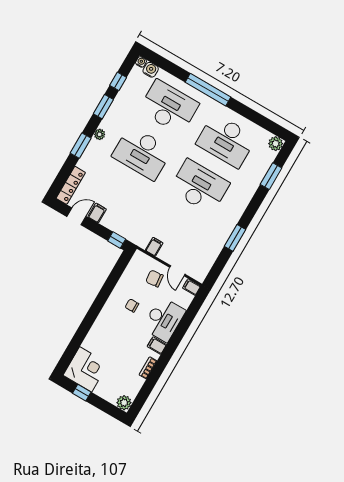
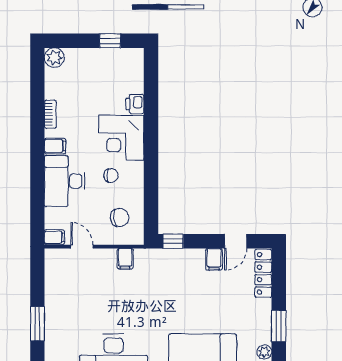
chair: (155, 279) -> (120, 217), moved
printer: (90, 343) -> (135, 104), added
corner desk: (86, 369) -> (121, 138), moved

